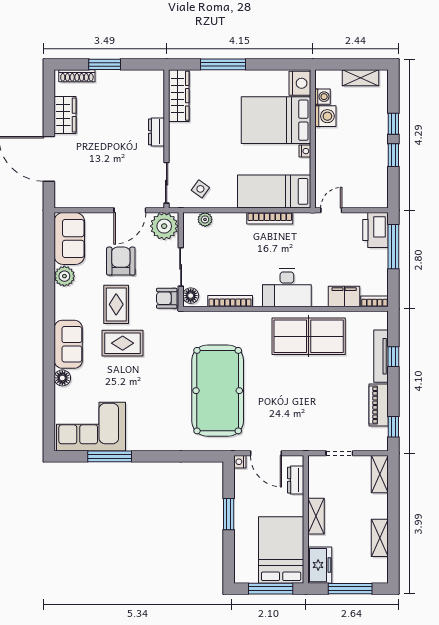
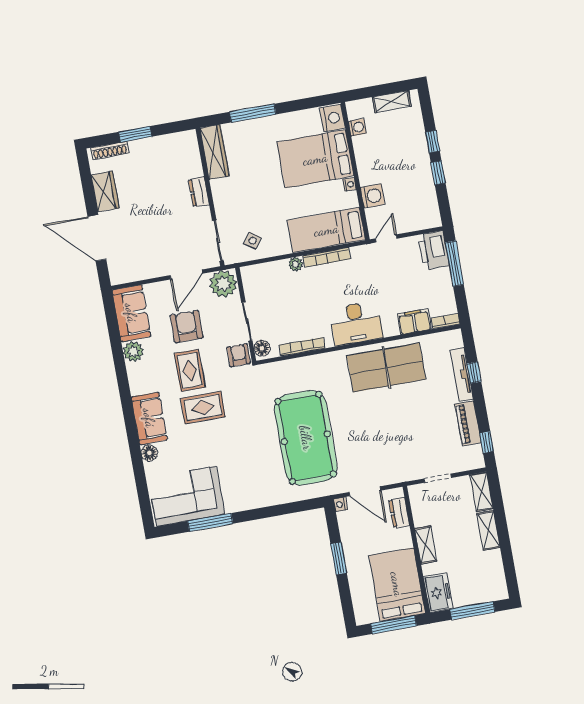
washing machine: (325, 116) -> (373, 196), moved
plant: (205, 219) -> (296, 264), moved
armchair: (167, 298) -> (239, 355), turned 90
shelving: (380, 538) -> (488, 530), moved

